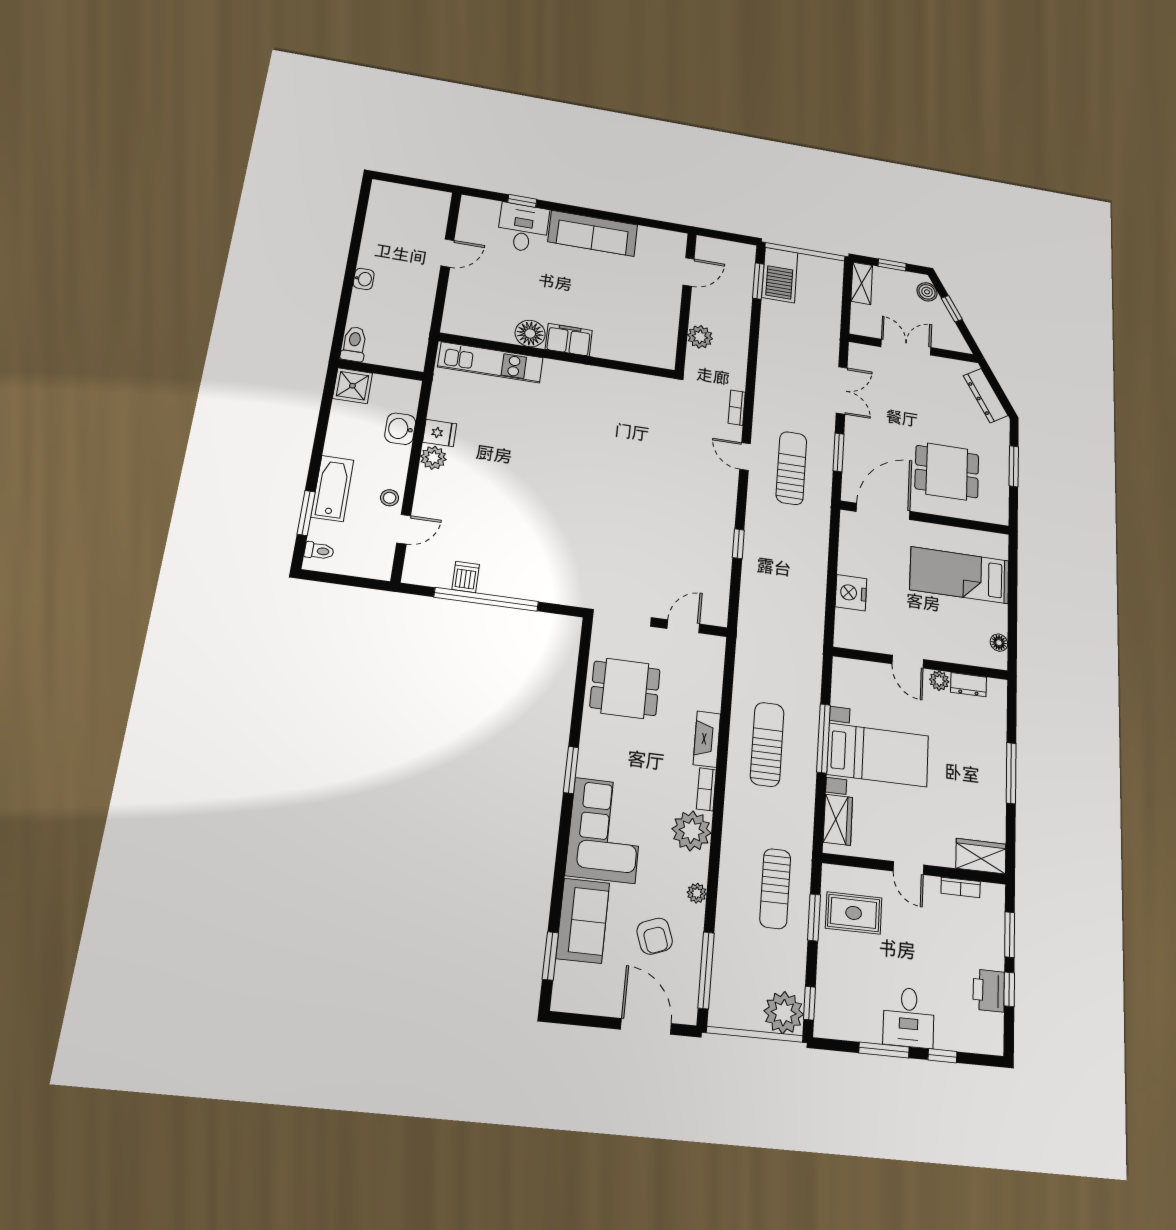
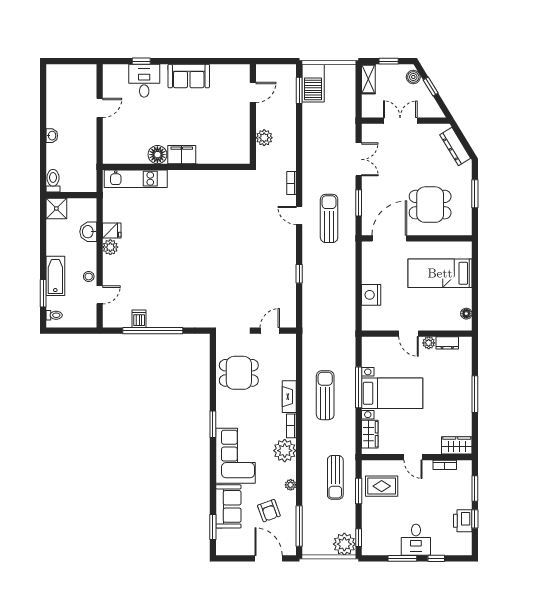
sofa: (593, 233) -> (189, 76), width x0.73

